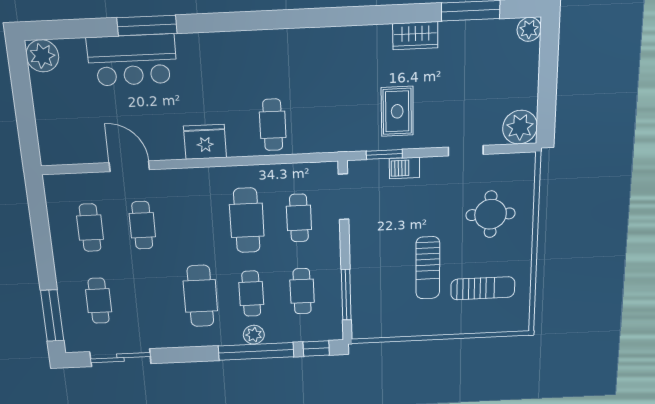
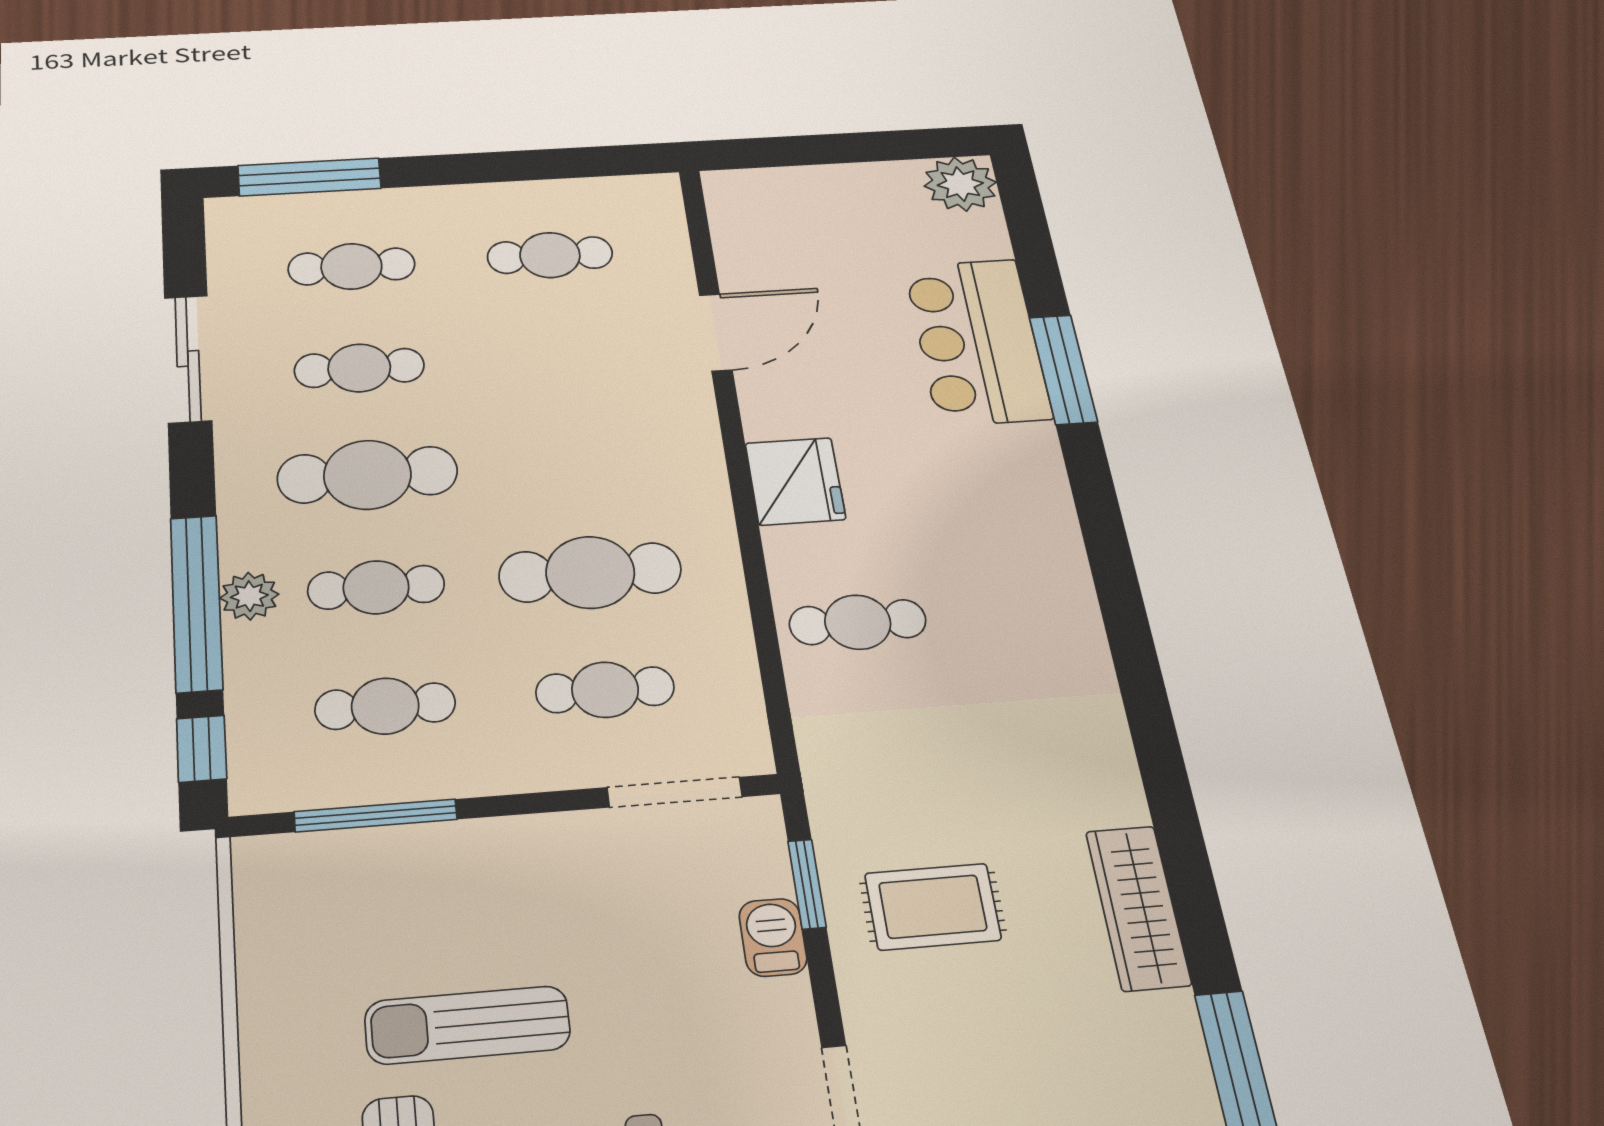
wardrobe: (415, 36) -> (1138, 908), width x1.50
cafe table: (142, 225) -> (359, 368), moved
sliding door: (120, 358) -> (188, 359), moved

